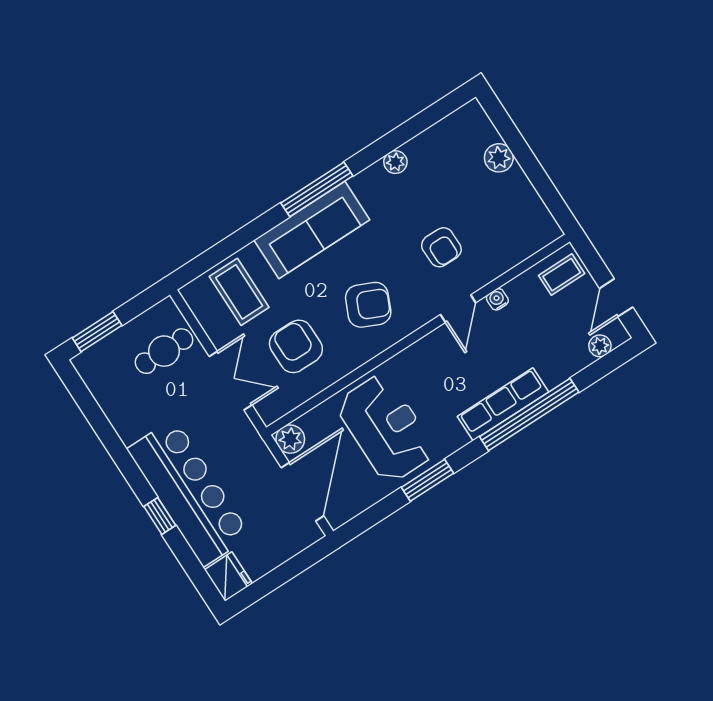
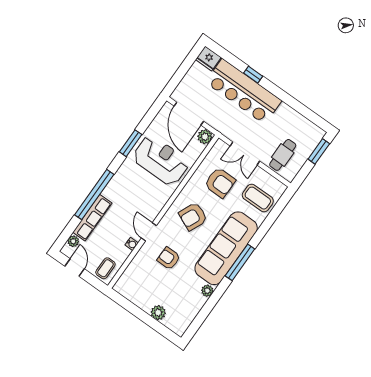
sofa: (312, 230) -> (226, 248), width x1.36, depth x1.27
row of seats: (503, 404) -> (92, 218), moved
reception desk: (386, 428) -> (161, 160), turned 180

